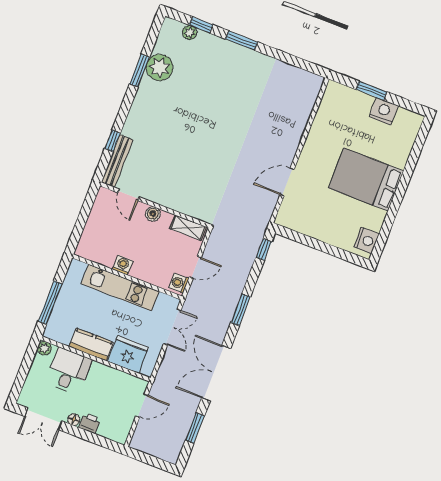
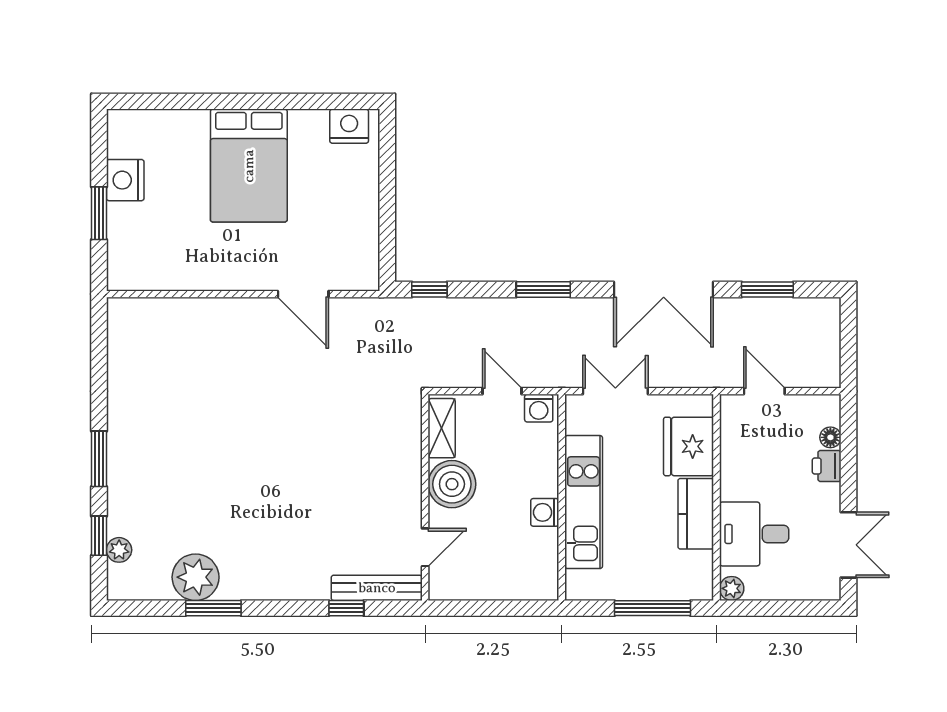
boiler: (153, 214) -> (452, 484), width x1.86, depth x1.86
floor lamp: (74, 420) -> (830, 437), moved

